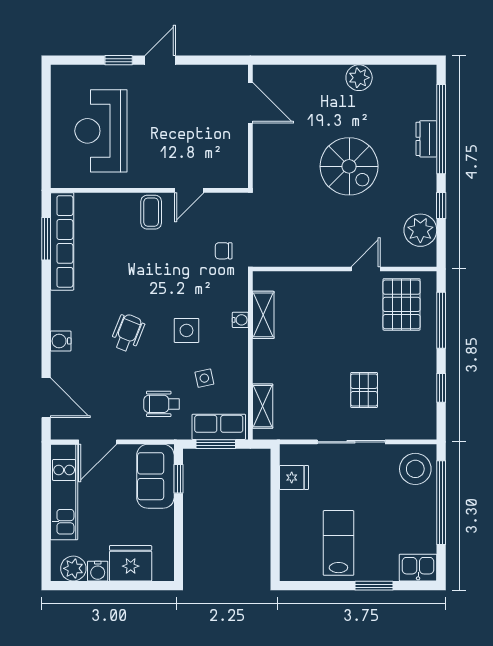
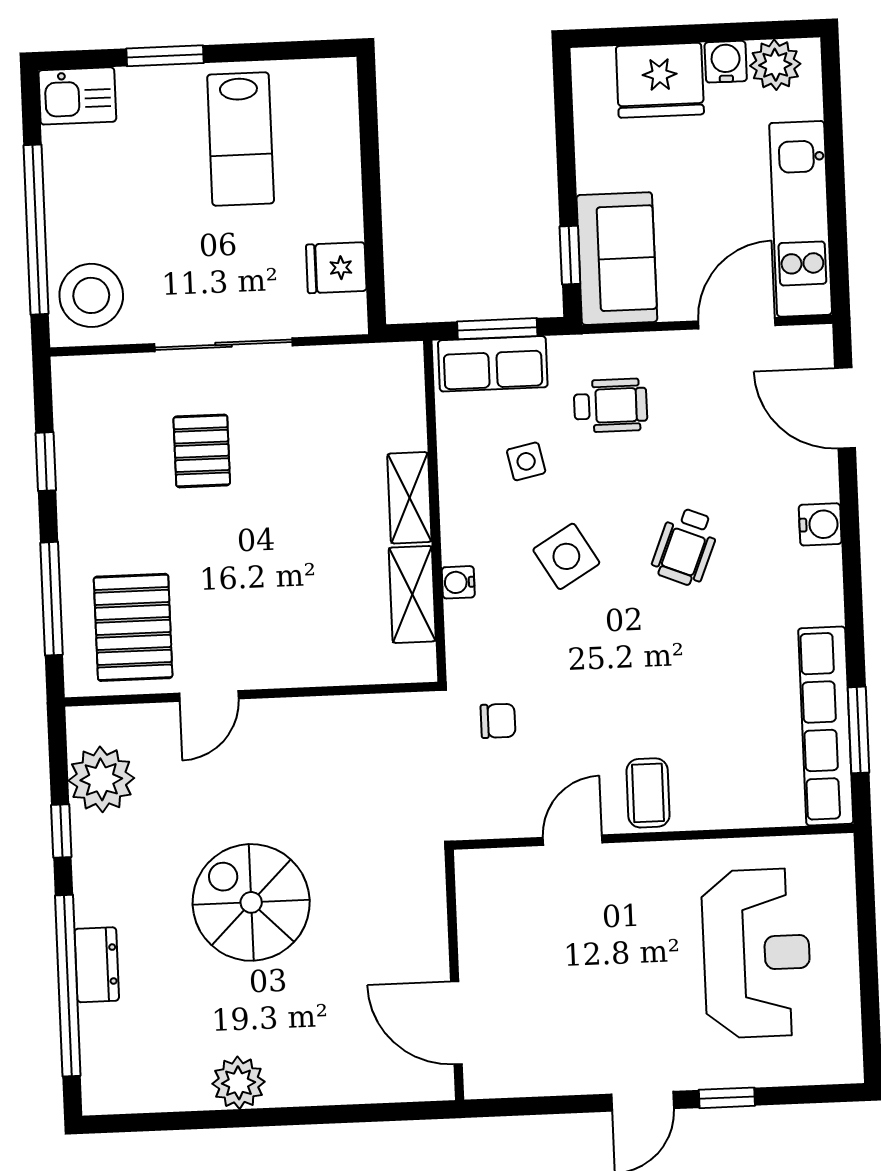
side table: (186, 330) -> (566, 556), turned -31
shelving: (263, 406) -> (409, 498), moved

